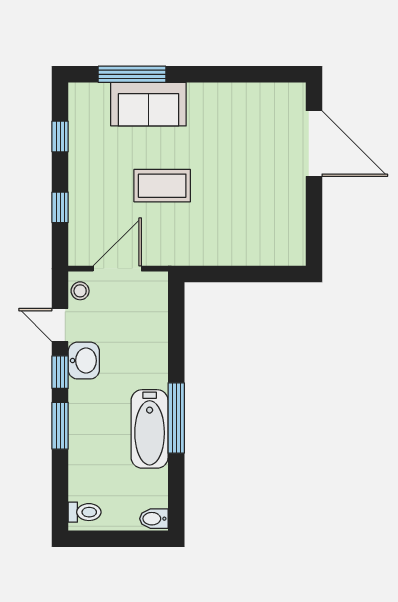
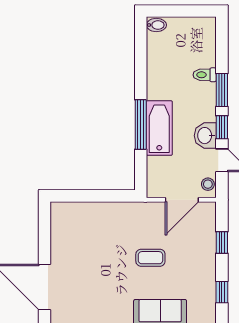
coffee table: (162, 186) -> (150, 258), width x0.73, depth x0.77
window: (176, 418) -> (141, 125), moved
bathtub: (150, 429) -> (159, 128), moved
toilet: (85, 512) -> (205, 75), moved

